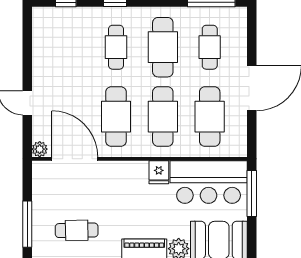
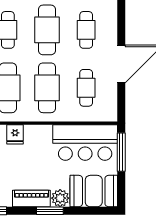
cafe table: (210, 117) -> (86, 88), width x0.73, depth x0.74
fridge: (159, 172) -> (15, 134), moved

